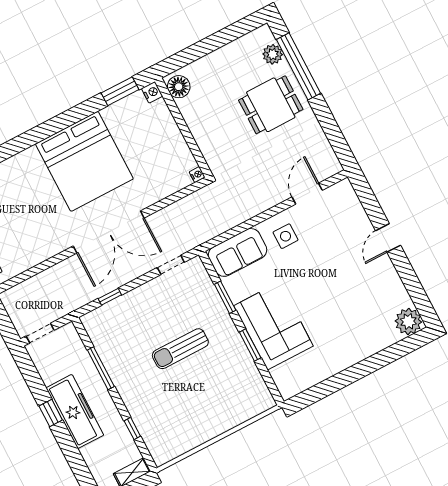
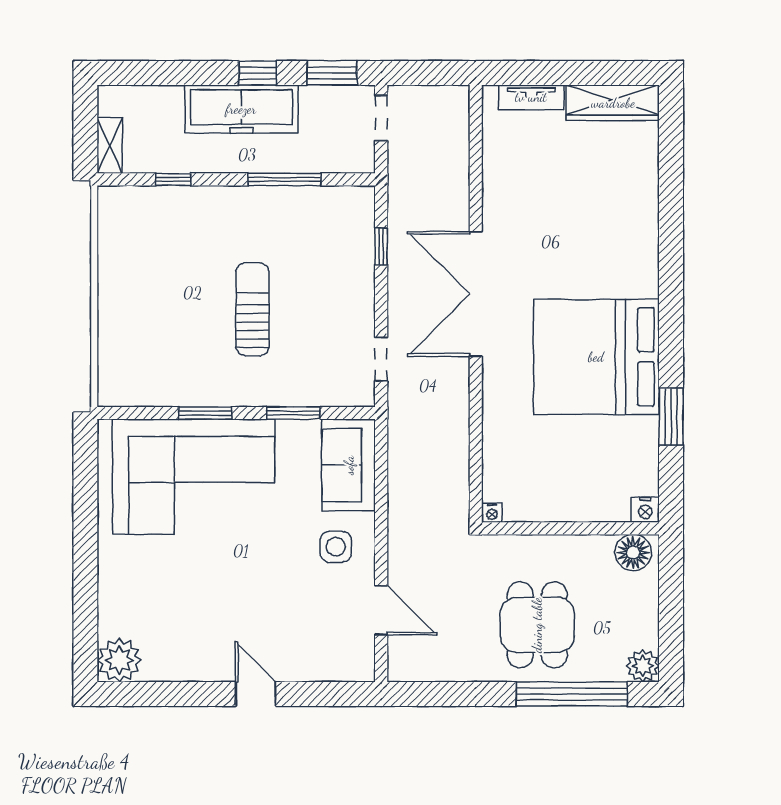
plant: (273, 54) -> (643, 666), moved
floor lamp: (179, 87) -> (633, 553), moved
nightstand: (152, 92) -> (645, 510), moved
wall: (183, 128) -> (570, 528), moved
bed: (84, 161) -> (596, 357), moved
nightstand: (197, 175) -> (492, 513), moved
corner sofa: (273, 326) -> (194, 477), width x1.36, depth x1.36
window: (30, 373) -> (332, 73), added

